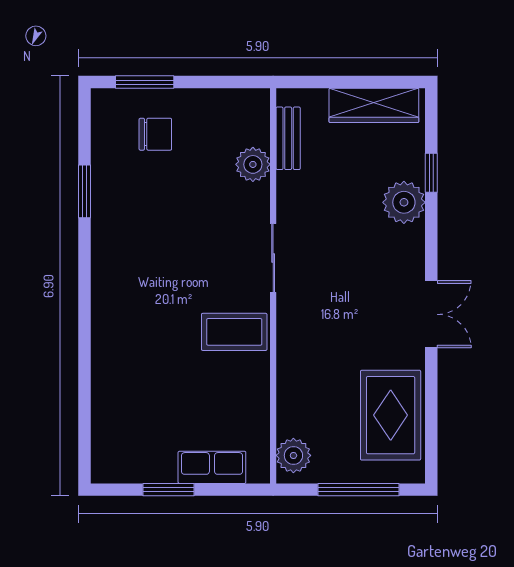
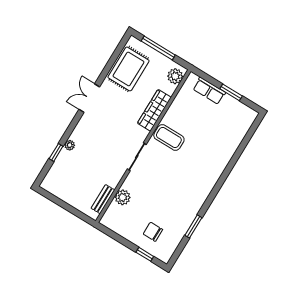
window: (145, 82) -> (145, 254), width x0.67
wardrobe: (374, 105) -> (154, 110), moved, turned -90
plant: (404, 202) -> (70, 145), width x0.53, depth x0.53

